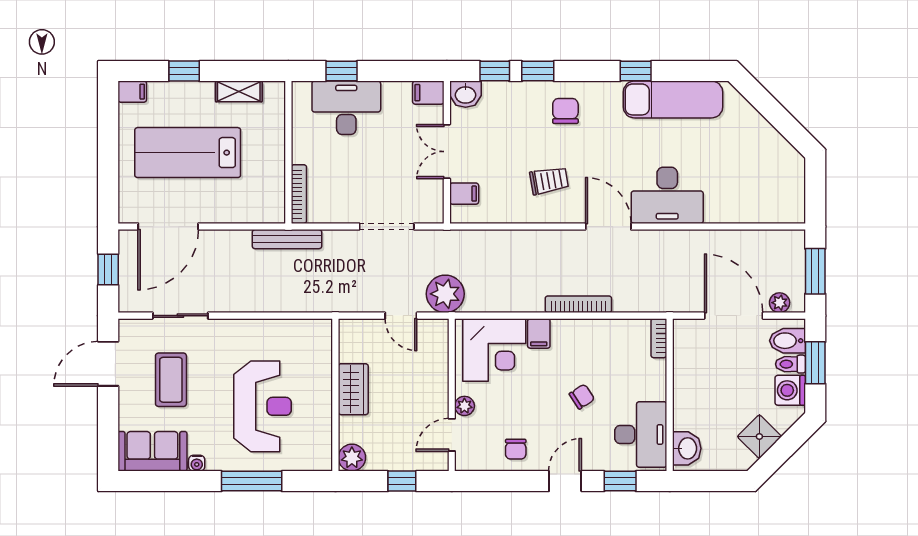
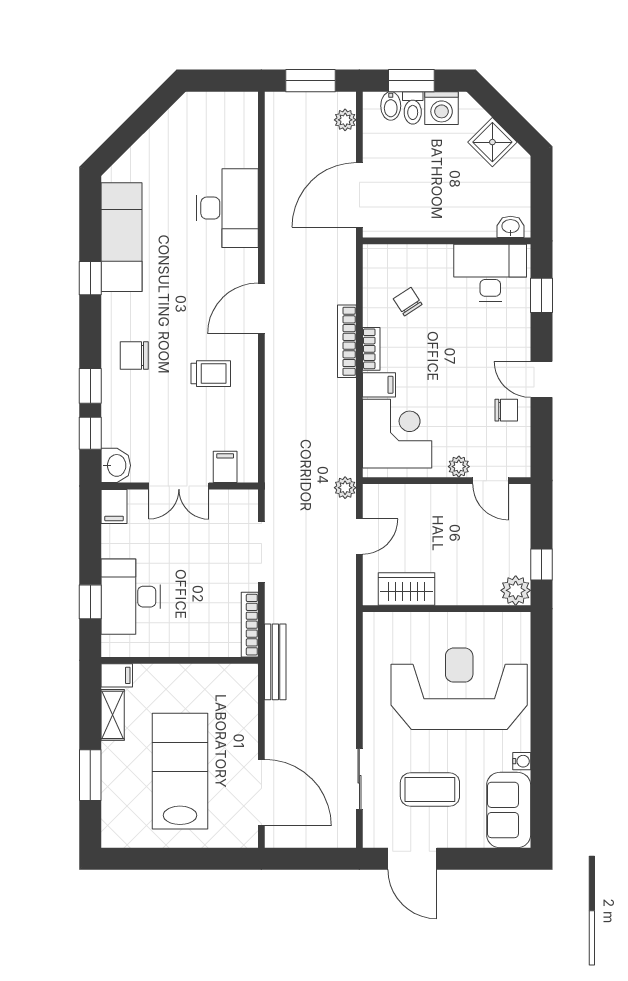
window: (184, 71) -> (90, 775), width x1.50
filing cabinet: (132, 92) -> (117, 675), moved, turned 90
lab bench: (188, 153) -> (180, 771), turned 180
trolley: (549, 181) -> (211, 374), turned 100
bookcase: (299, 194) -> (250, 625), moved, turned -90
desk: (667, 195) -> (227, 208), moved
window: (108, 269) -> (309, 859), removed
plant: (445, 294) -> (345, 488), width x0.53, depth x0.53
door: (734, 316) -> (359, 195), moved
bookcase: (659, 338) -> (371, 349), moved, turned -90
bidet: (787, 341) -> (391, 106), width x0.72, depth x0.74
wardrobe: (353, 389) -> (406, 589), moved
chair: (582, 397) -> (408, 302), moved
reception desk: (263, 406) -> (459, 689), width x1.36, depth x1.30
washbasin: (687, 448) -> (511, 227), width x0.72, depth x0.69
window: (252, 481) -> (541, 701), removed
window: (402, 481) -> (541, 564), moved
door: (565, 481) -> (541, 379), moved

